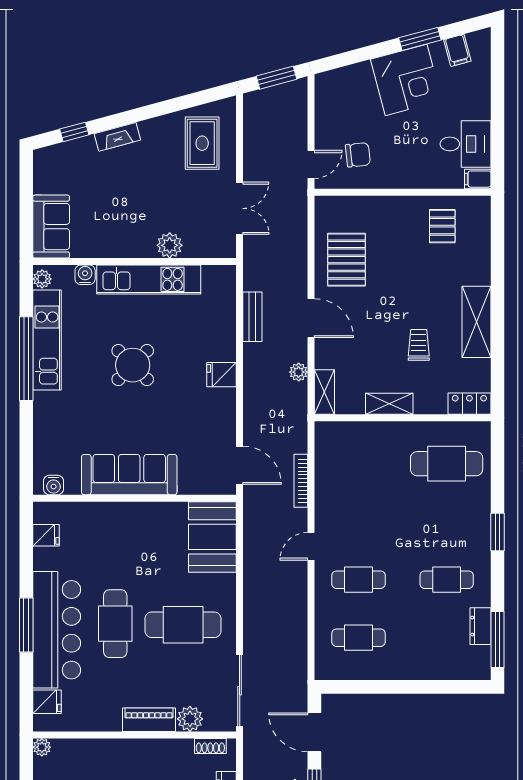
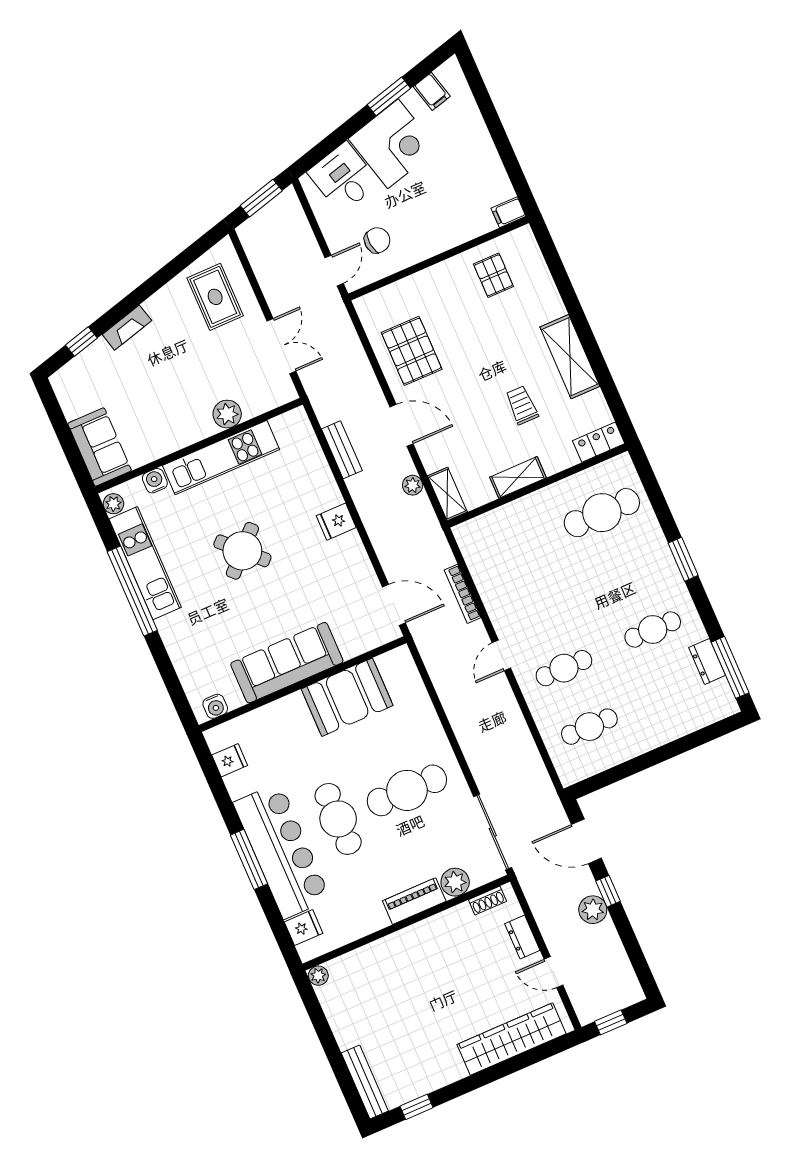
desk: (465, 144) -> (343, 178), moved, turned -105
booth: (212, 537) -> (347, 697), moved, turned 90

